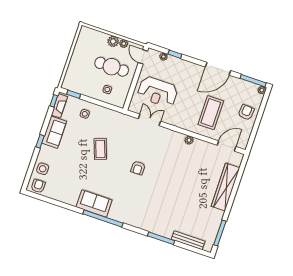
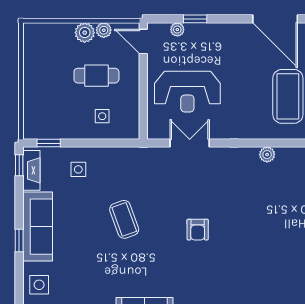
cafe table: (112, 67) -> (96, 76), width x0.73, depth x0.74
door: (218, 69) -> (275, 19), hinge flipped
sofa: (54, 132) -> (38, 227), width x1.36

